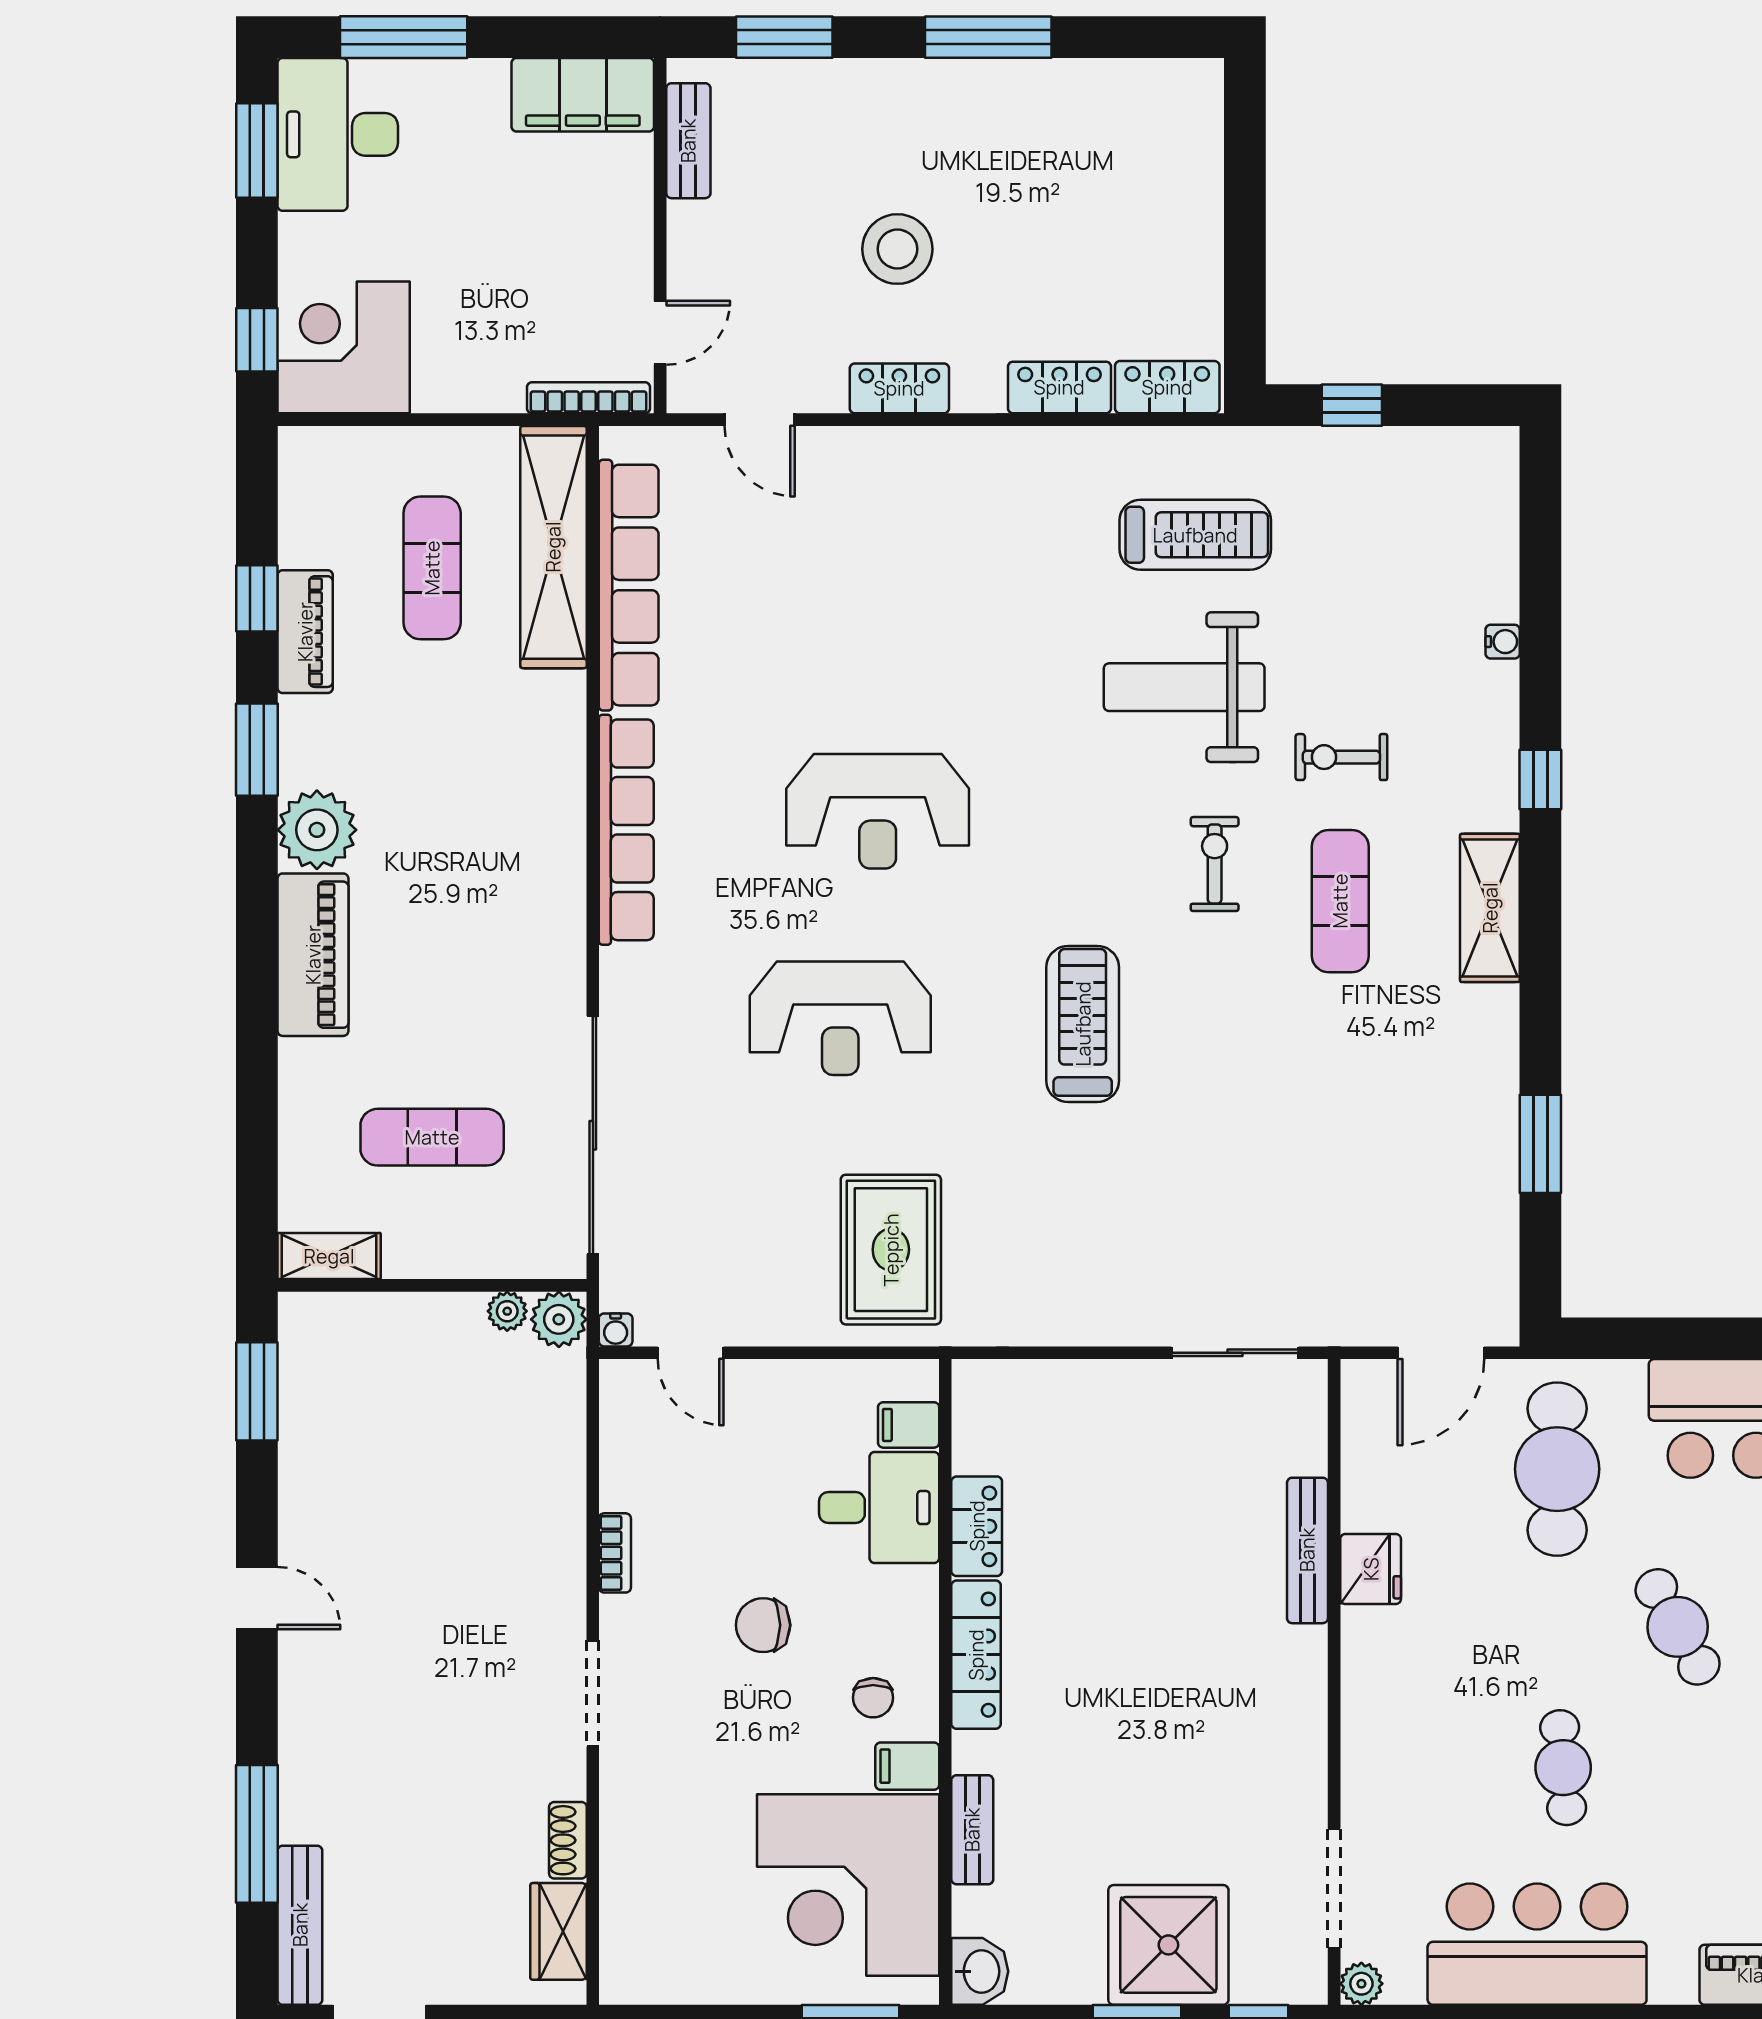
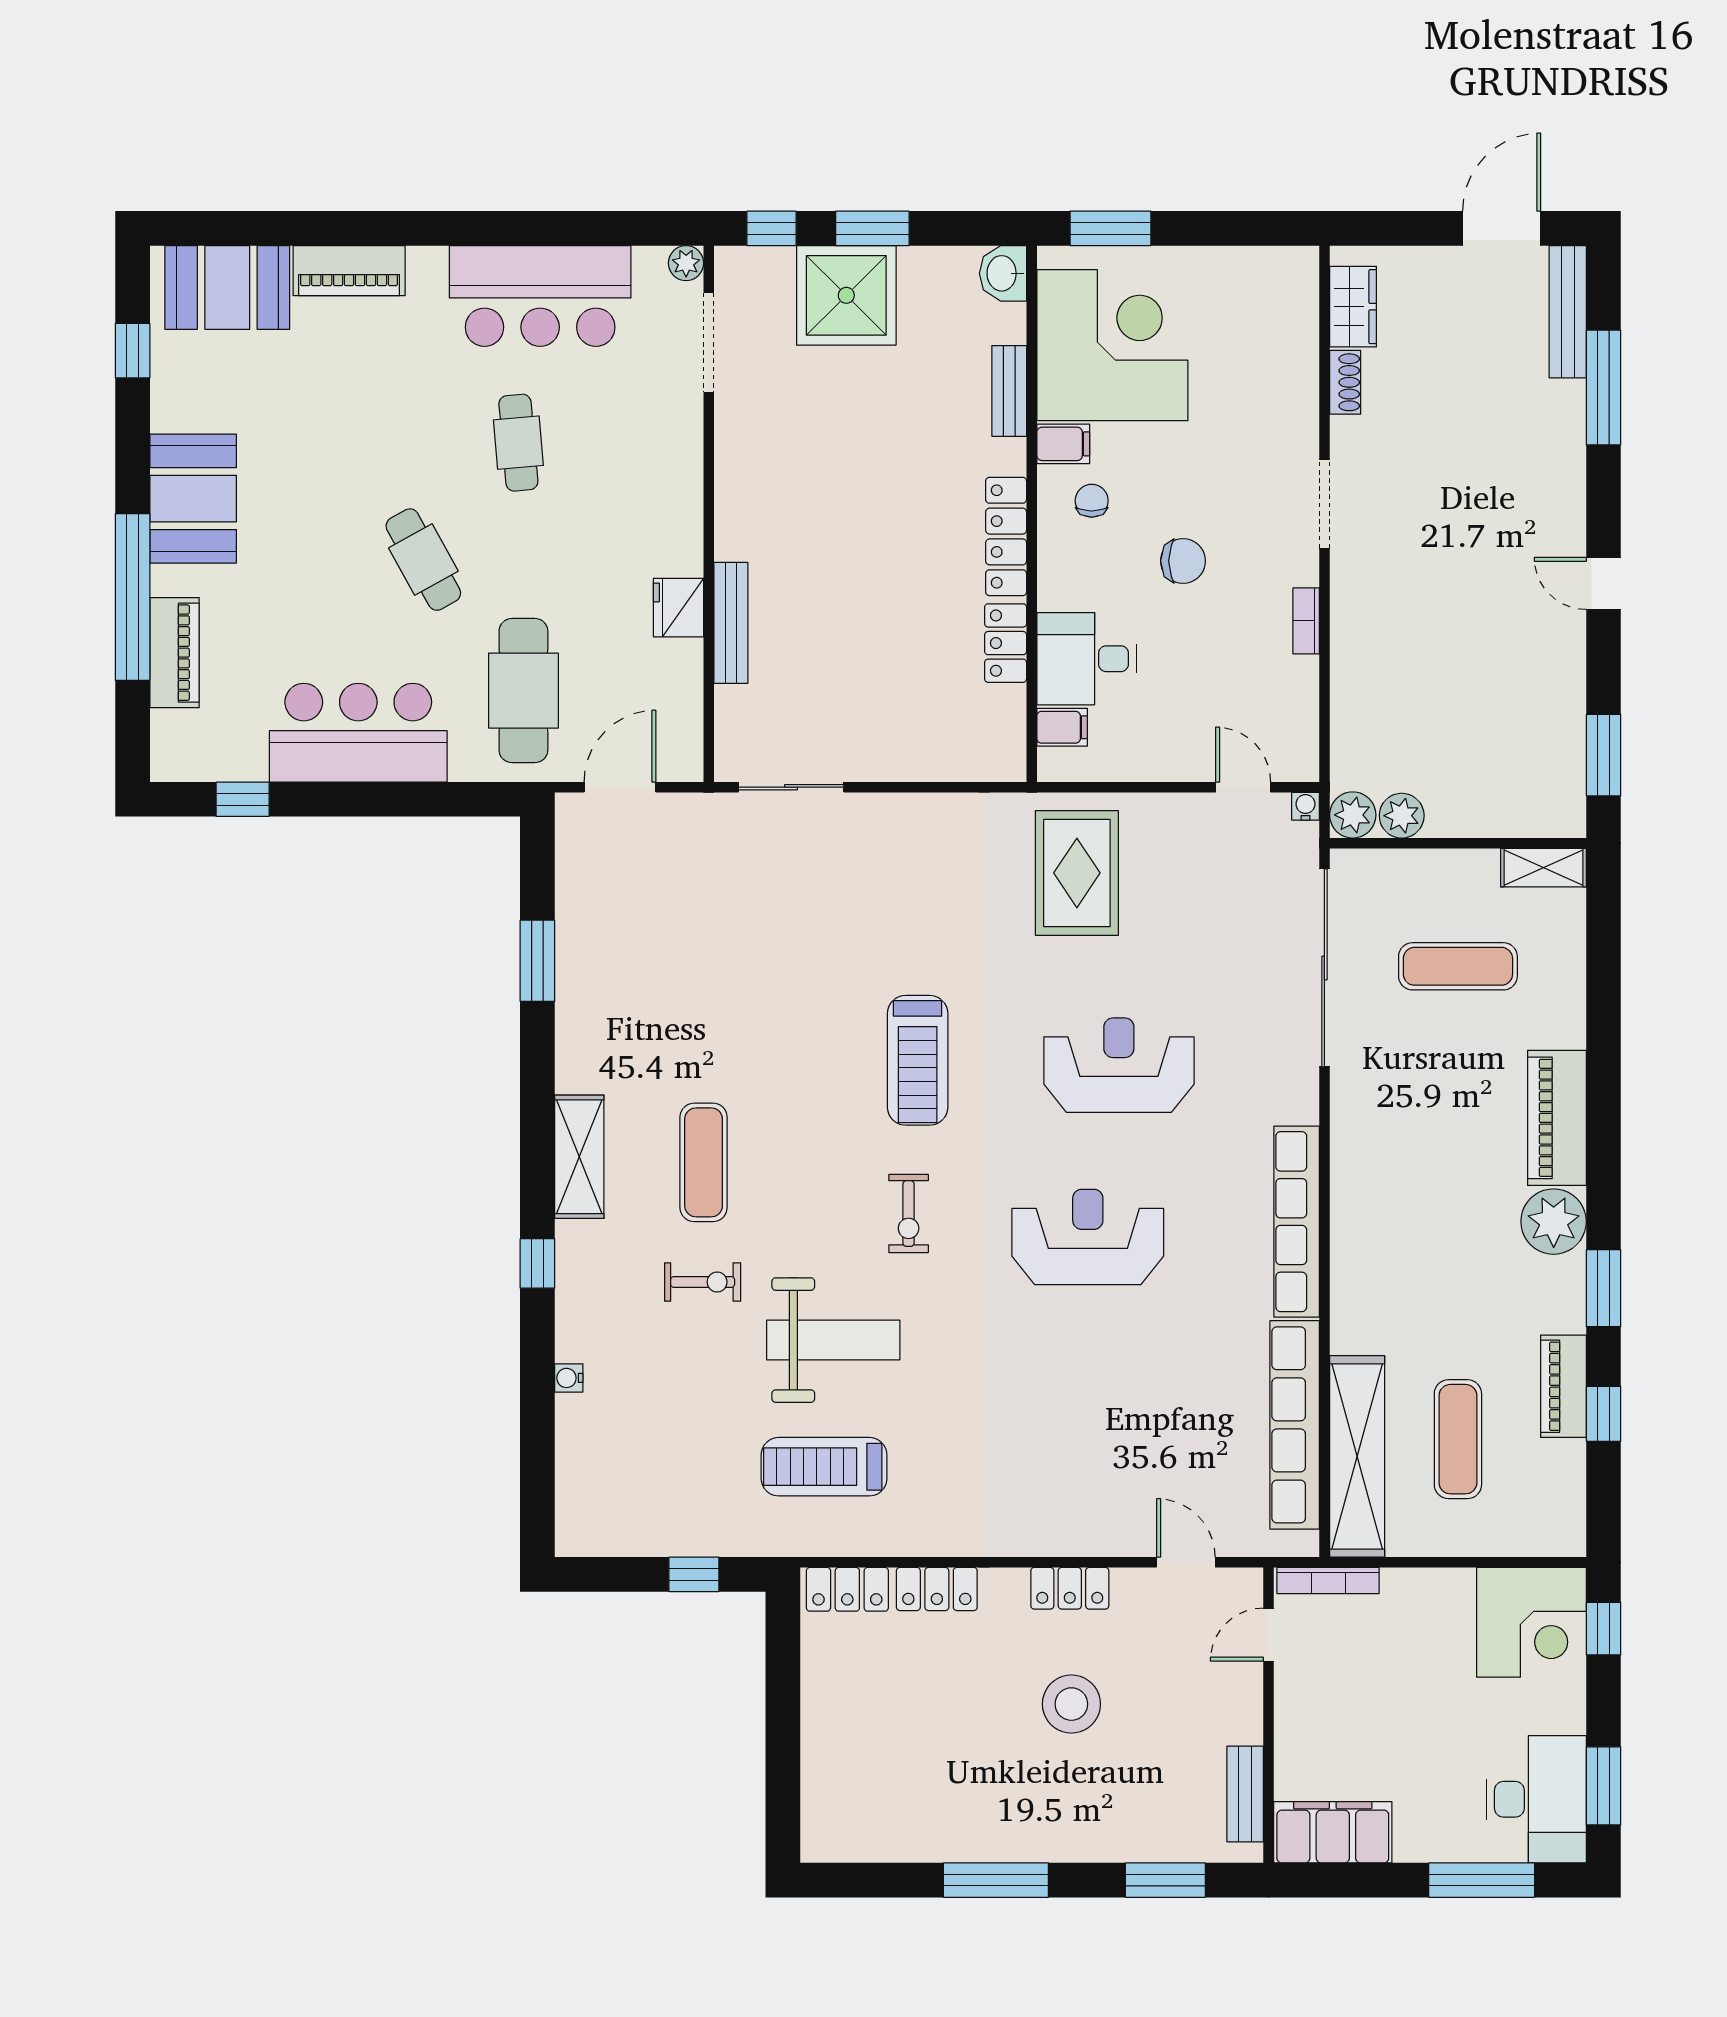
exercise bike: (1215, 864) -> (909, 1213), moved
plant: (507, 1311) -> (1402, 816), width x1.38, depth x1.38

